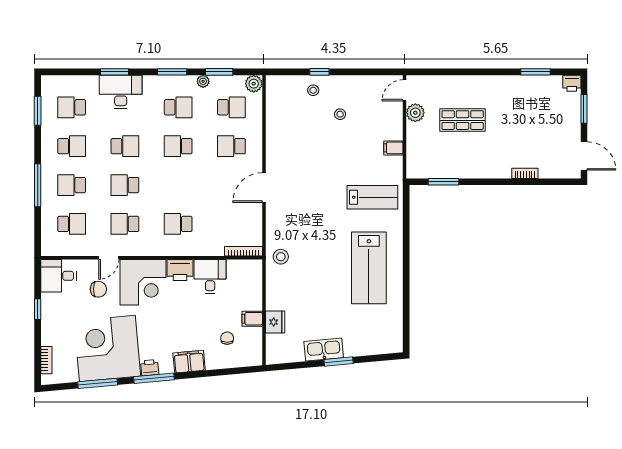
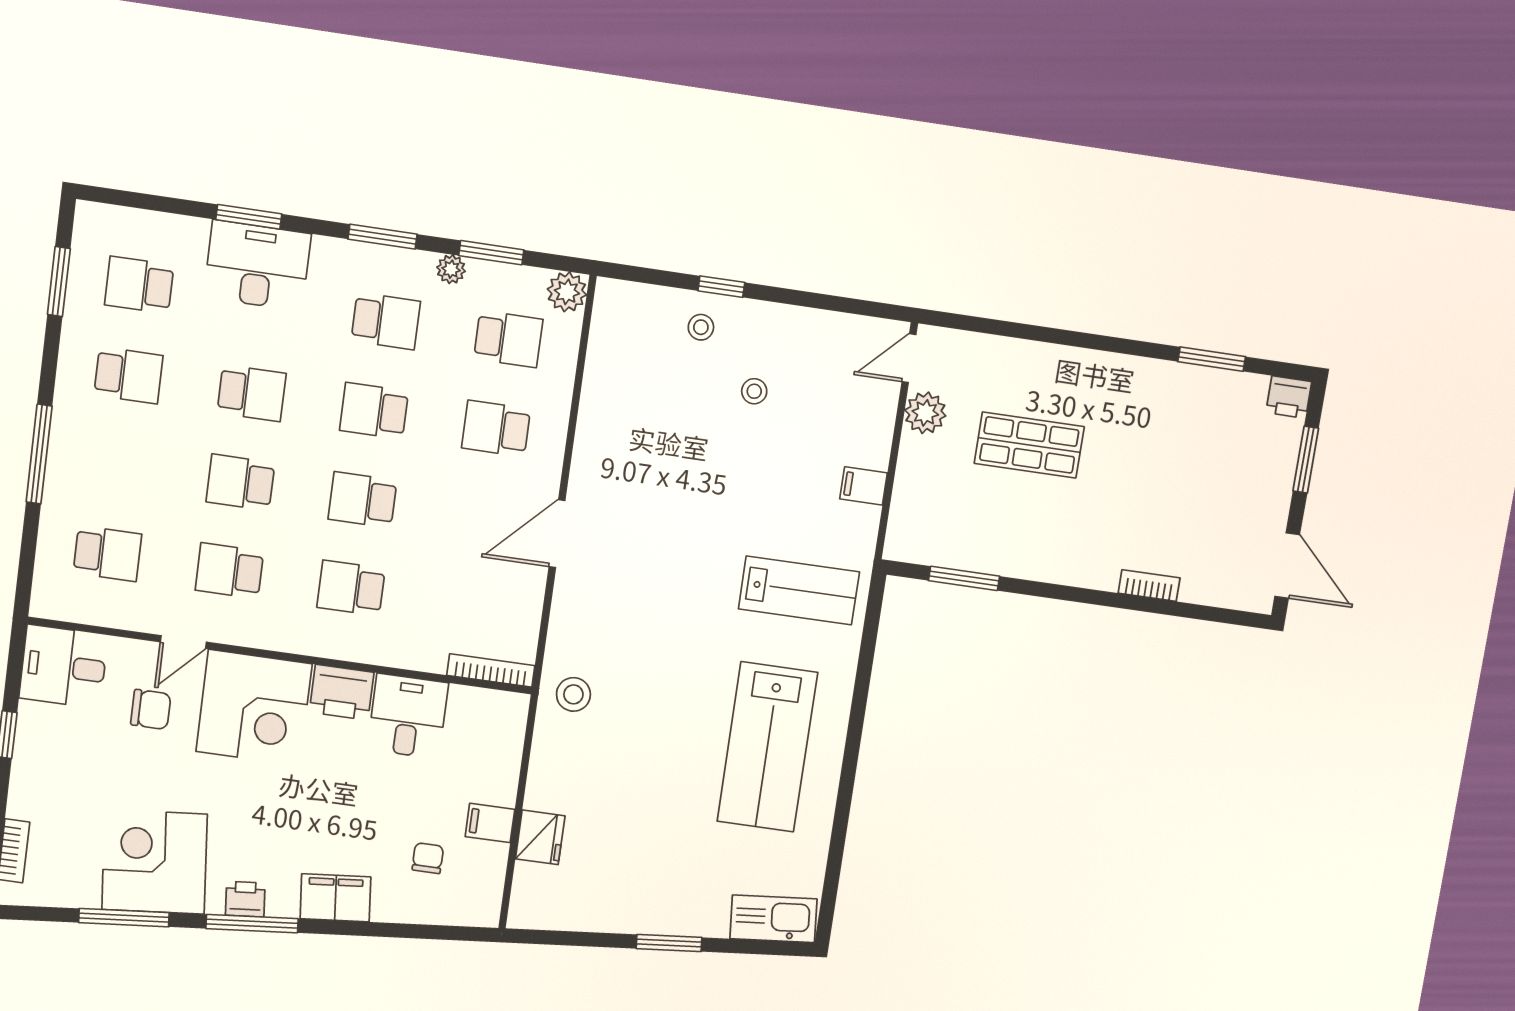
school desk: (72, 185) -> (363, 500), moved
corner desk: (107, 348) -> (155, 862), width x0.74, depth x0.74
kitchen sink: (324, 350) -> (773, 919), moved

